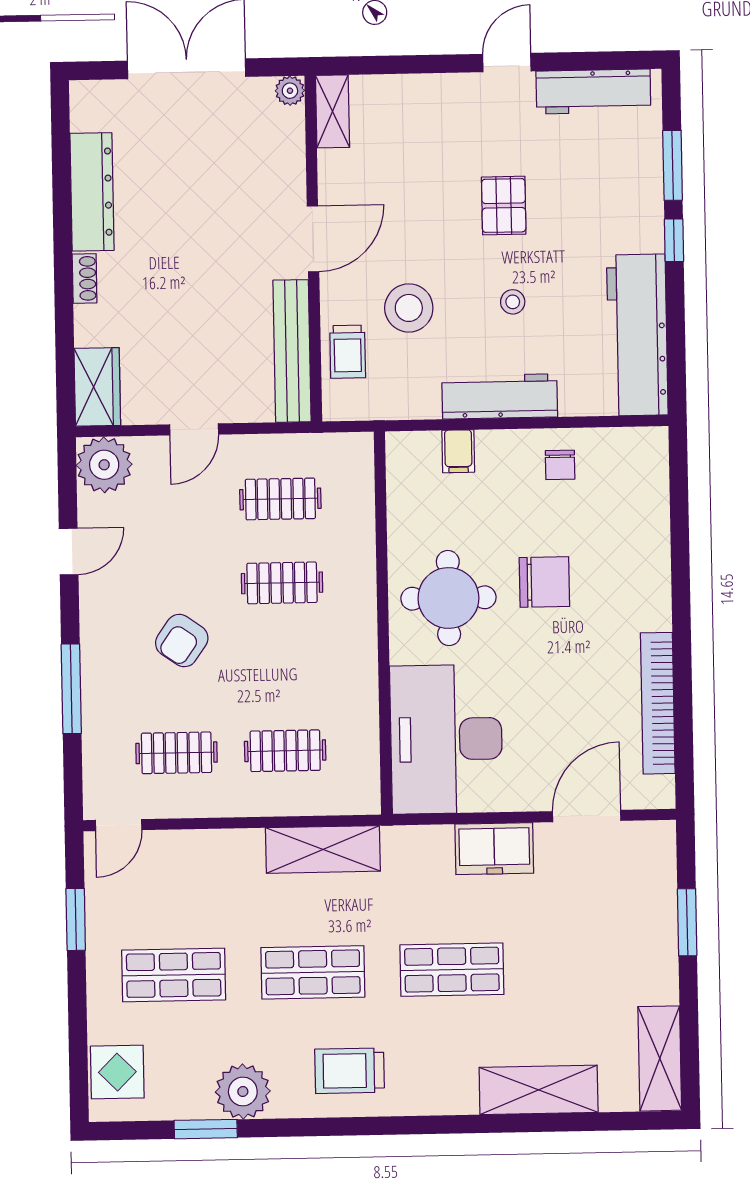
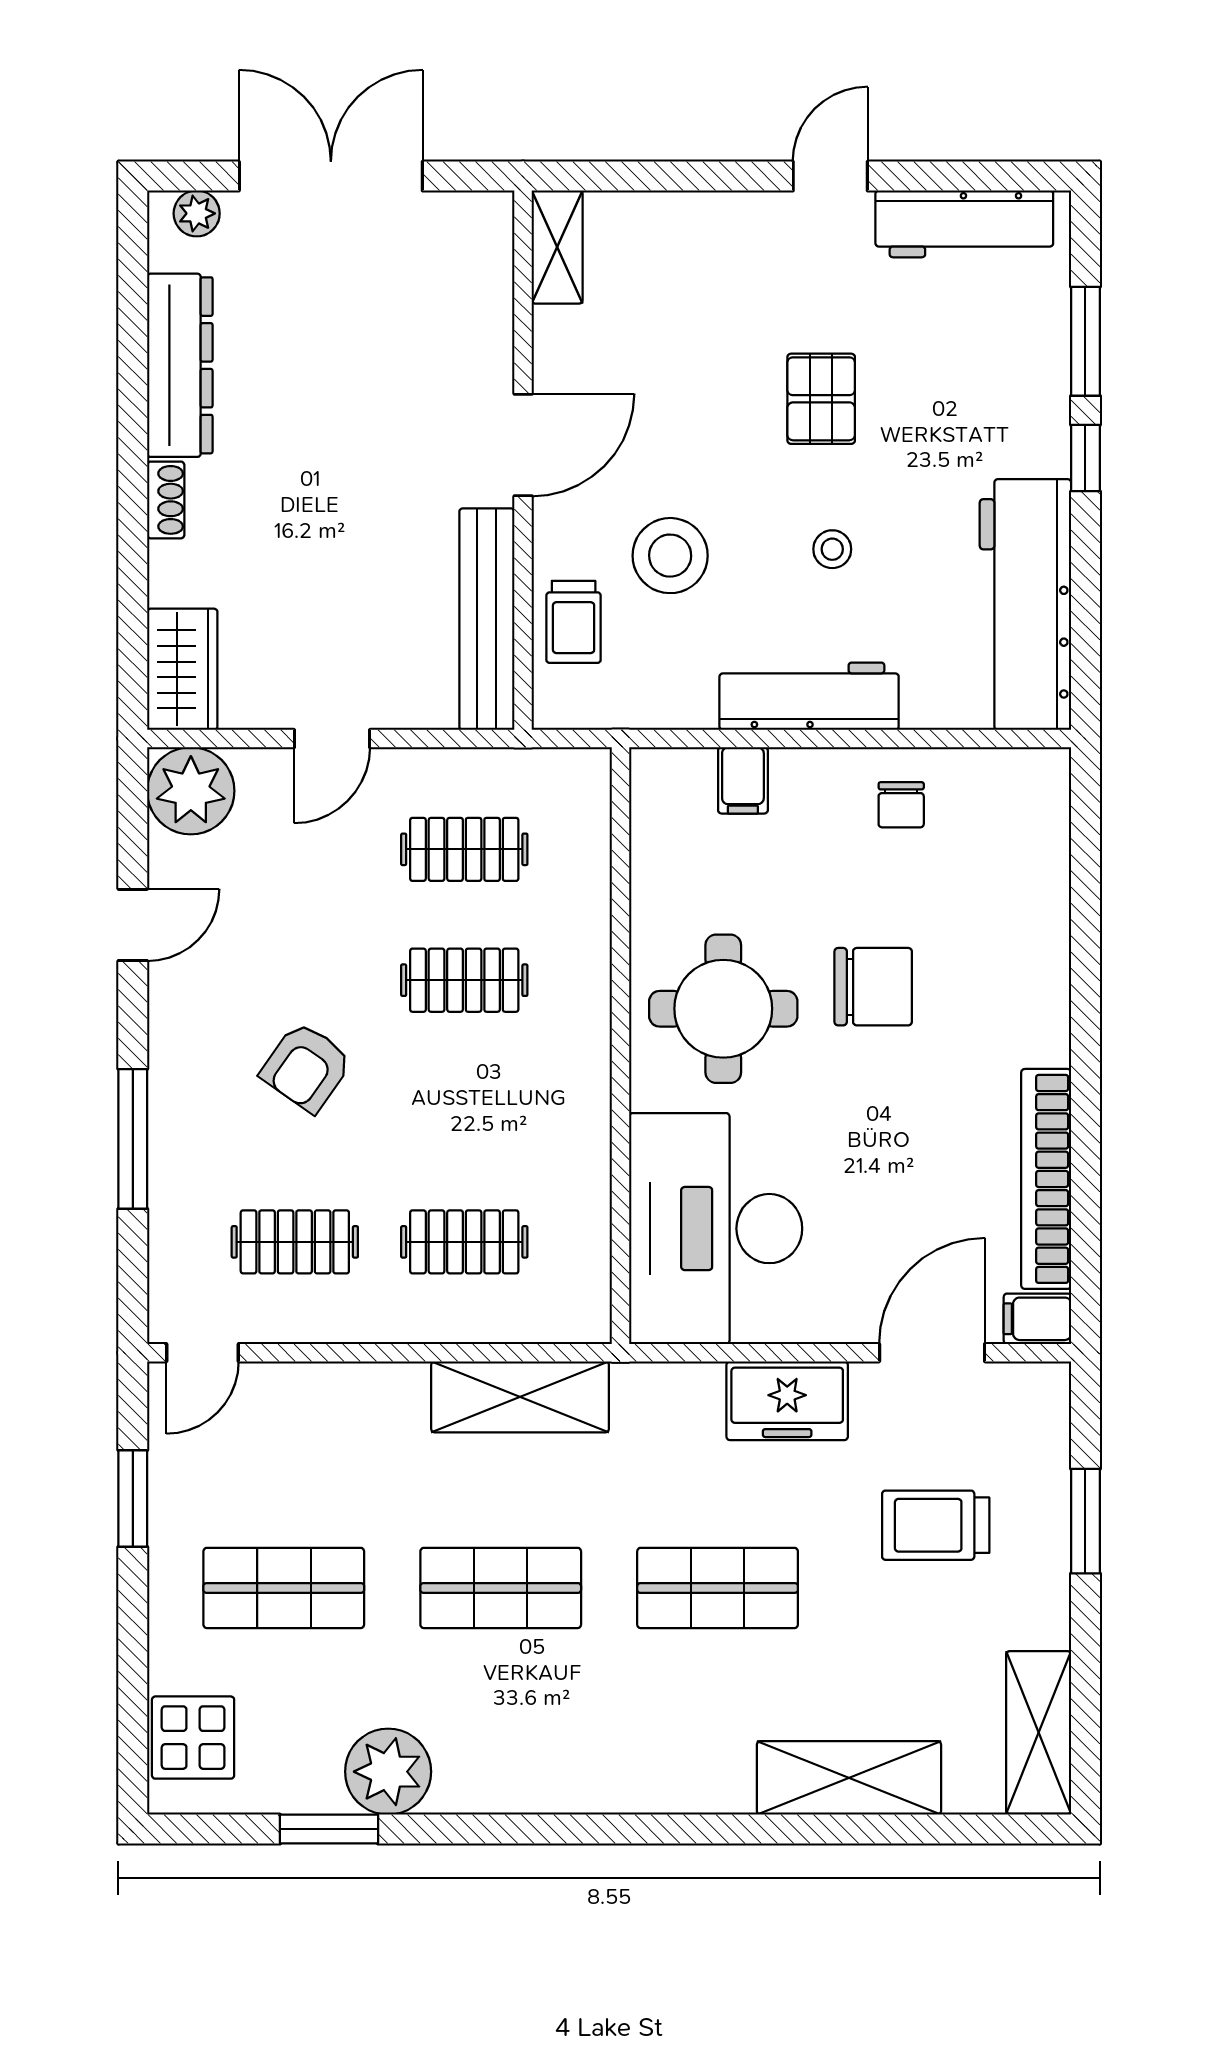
plant: (290, 91) -> (197, 213), moved
filing cabinet: (654, 793) -> (1037, 1319), added
trolley: (350, 1071) -> (936, 1525), moved

